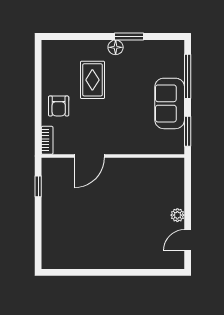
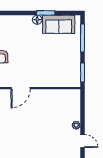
rug: (92, 80) -> (23, 40), removed
sofa: (170, 103) -> (59, 24), moved, turned -90
door: (188, 240) -> (83, 141), swing flipped

